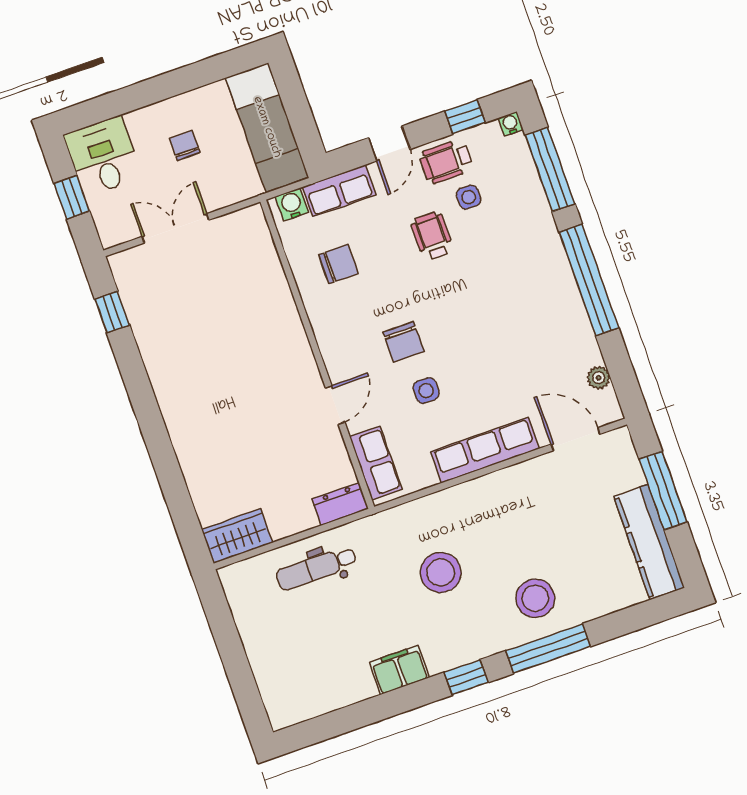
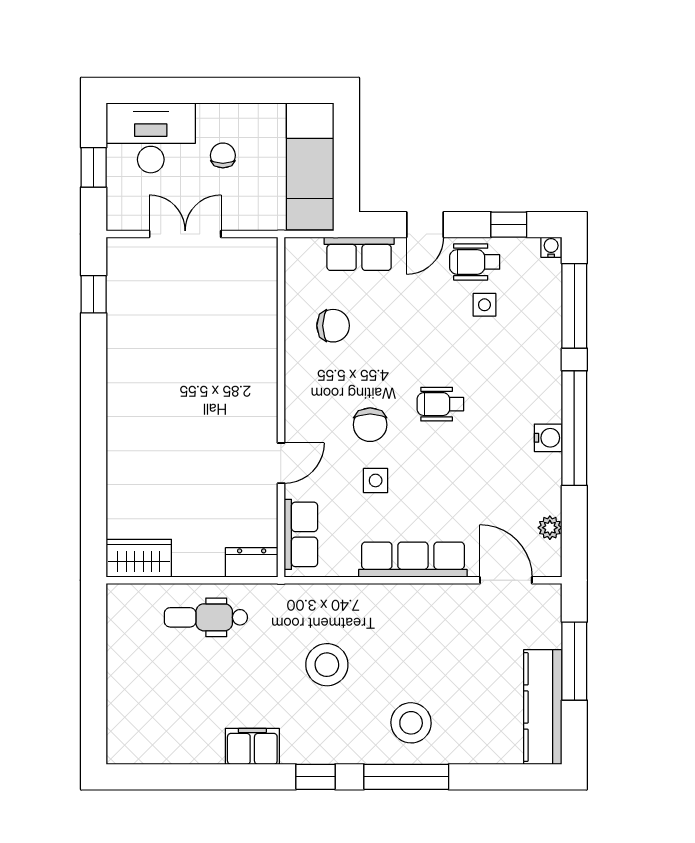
desk: (103, 156) -> (151, 138), width x1.37
water cooler: (292, 204) -> (548, 438), moved, turned 90
wheelchair: (432, 236) -> (440, 404), moved, turned -90

